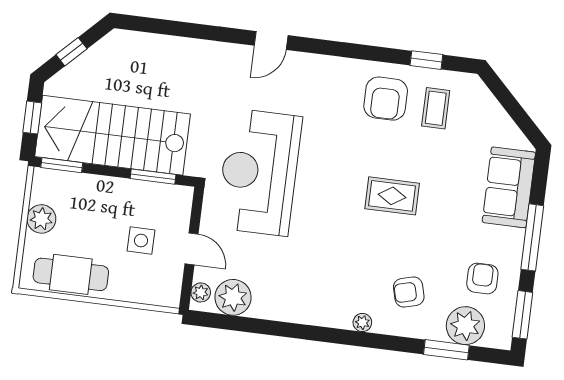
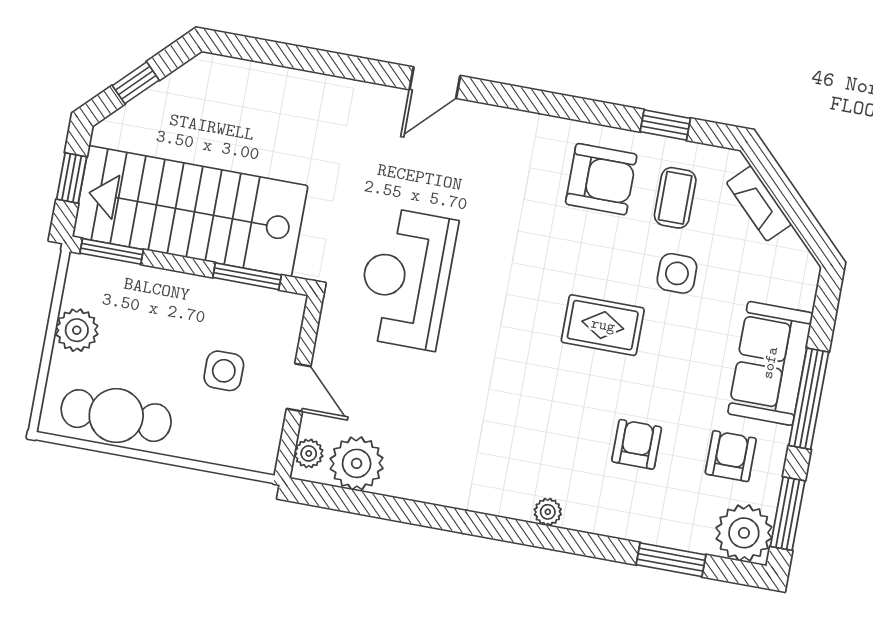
armchair: (386, 99) -> (601, 179), turned -90
fireplace: (492, 109) -> (759, 203), added
side table: (440, 159) -> (677, 273), added
reception desk: (259, 172) -> (406, 279), width x0.74, depth x0.77
sofa: (509, 187) -> (770, 363), moved
armchair: (409, 292) -> (637, 444), moved, turned 105
plant: (465, 326) -> (744, 533), moved

